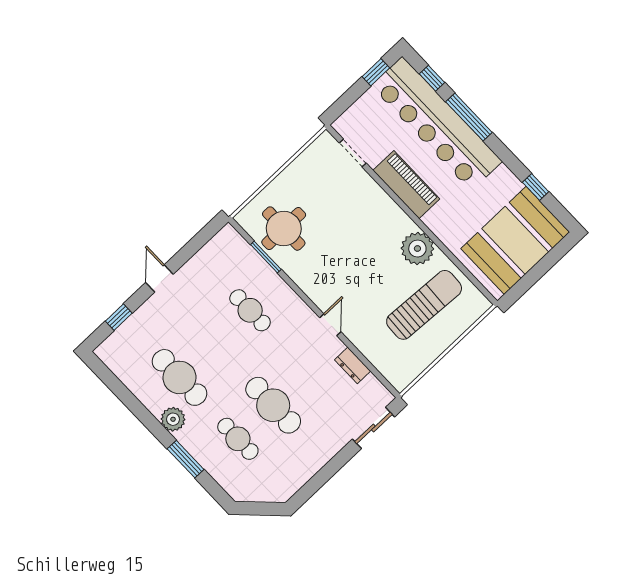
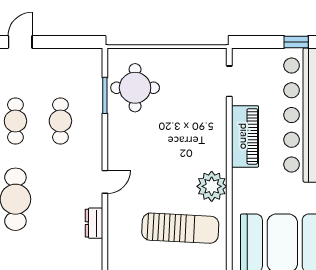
cafe table: (215, 344) -> (15, 121), added

